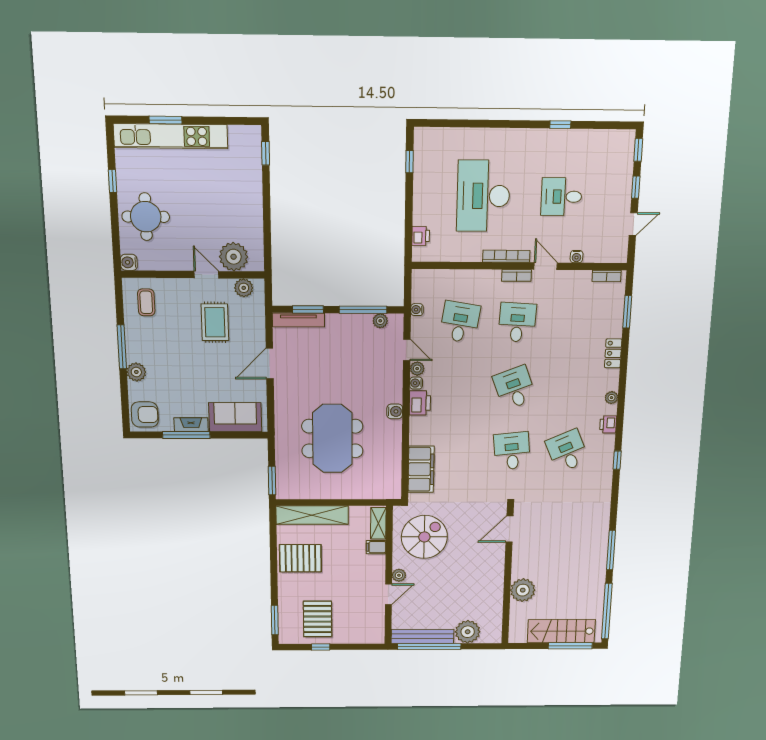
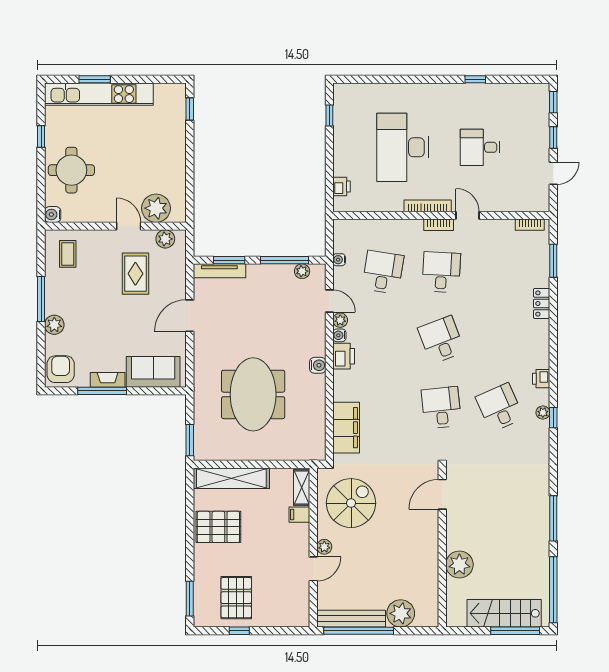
water cooler: (577, 257) -> (498, 206), removed
plant: (611, 398) -> (543, 413), moved
armchair: (145, 414) -> (61, 369), turned -90

